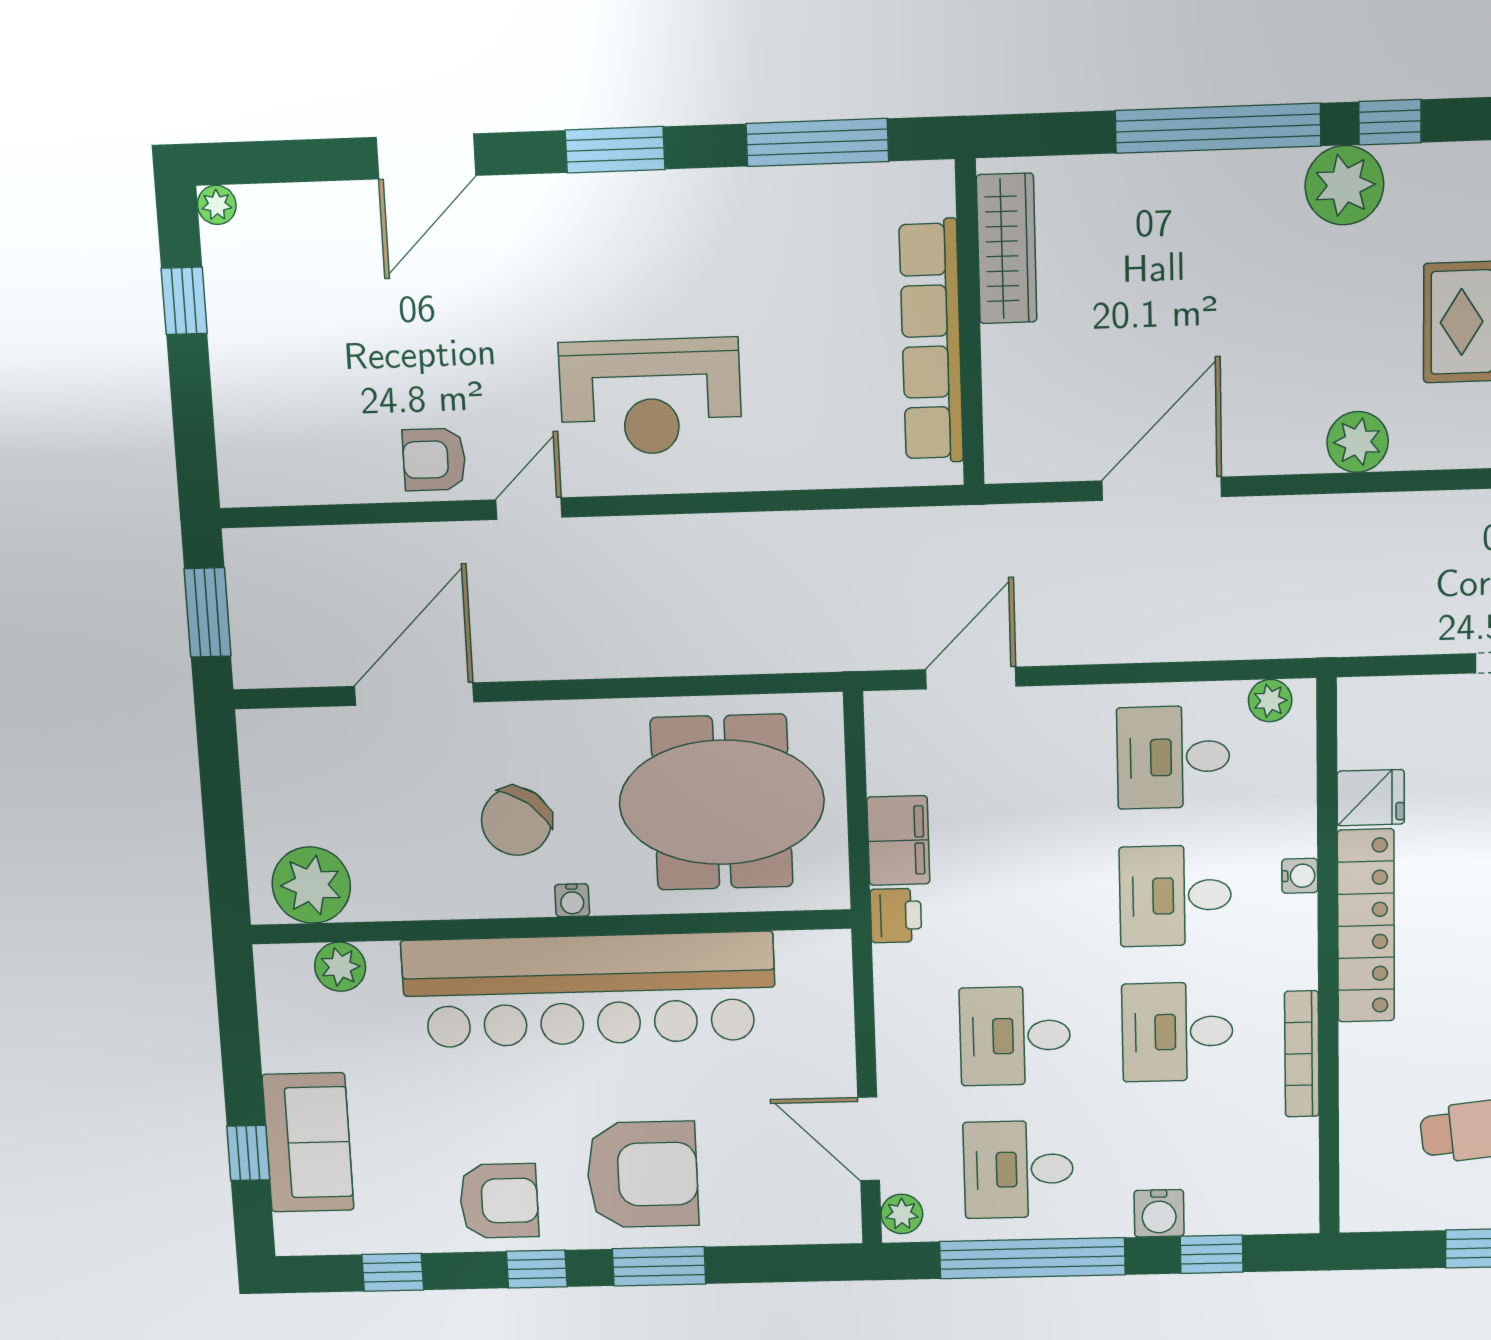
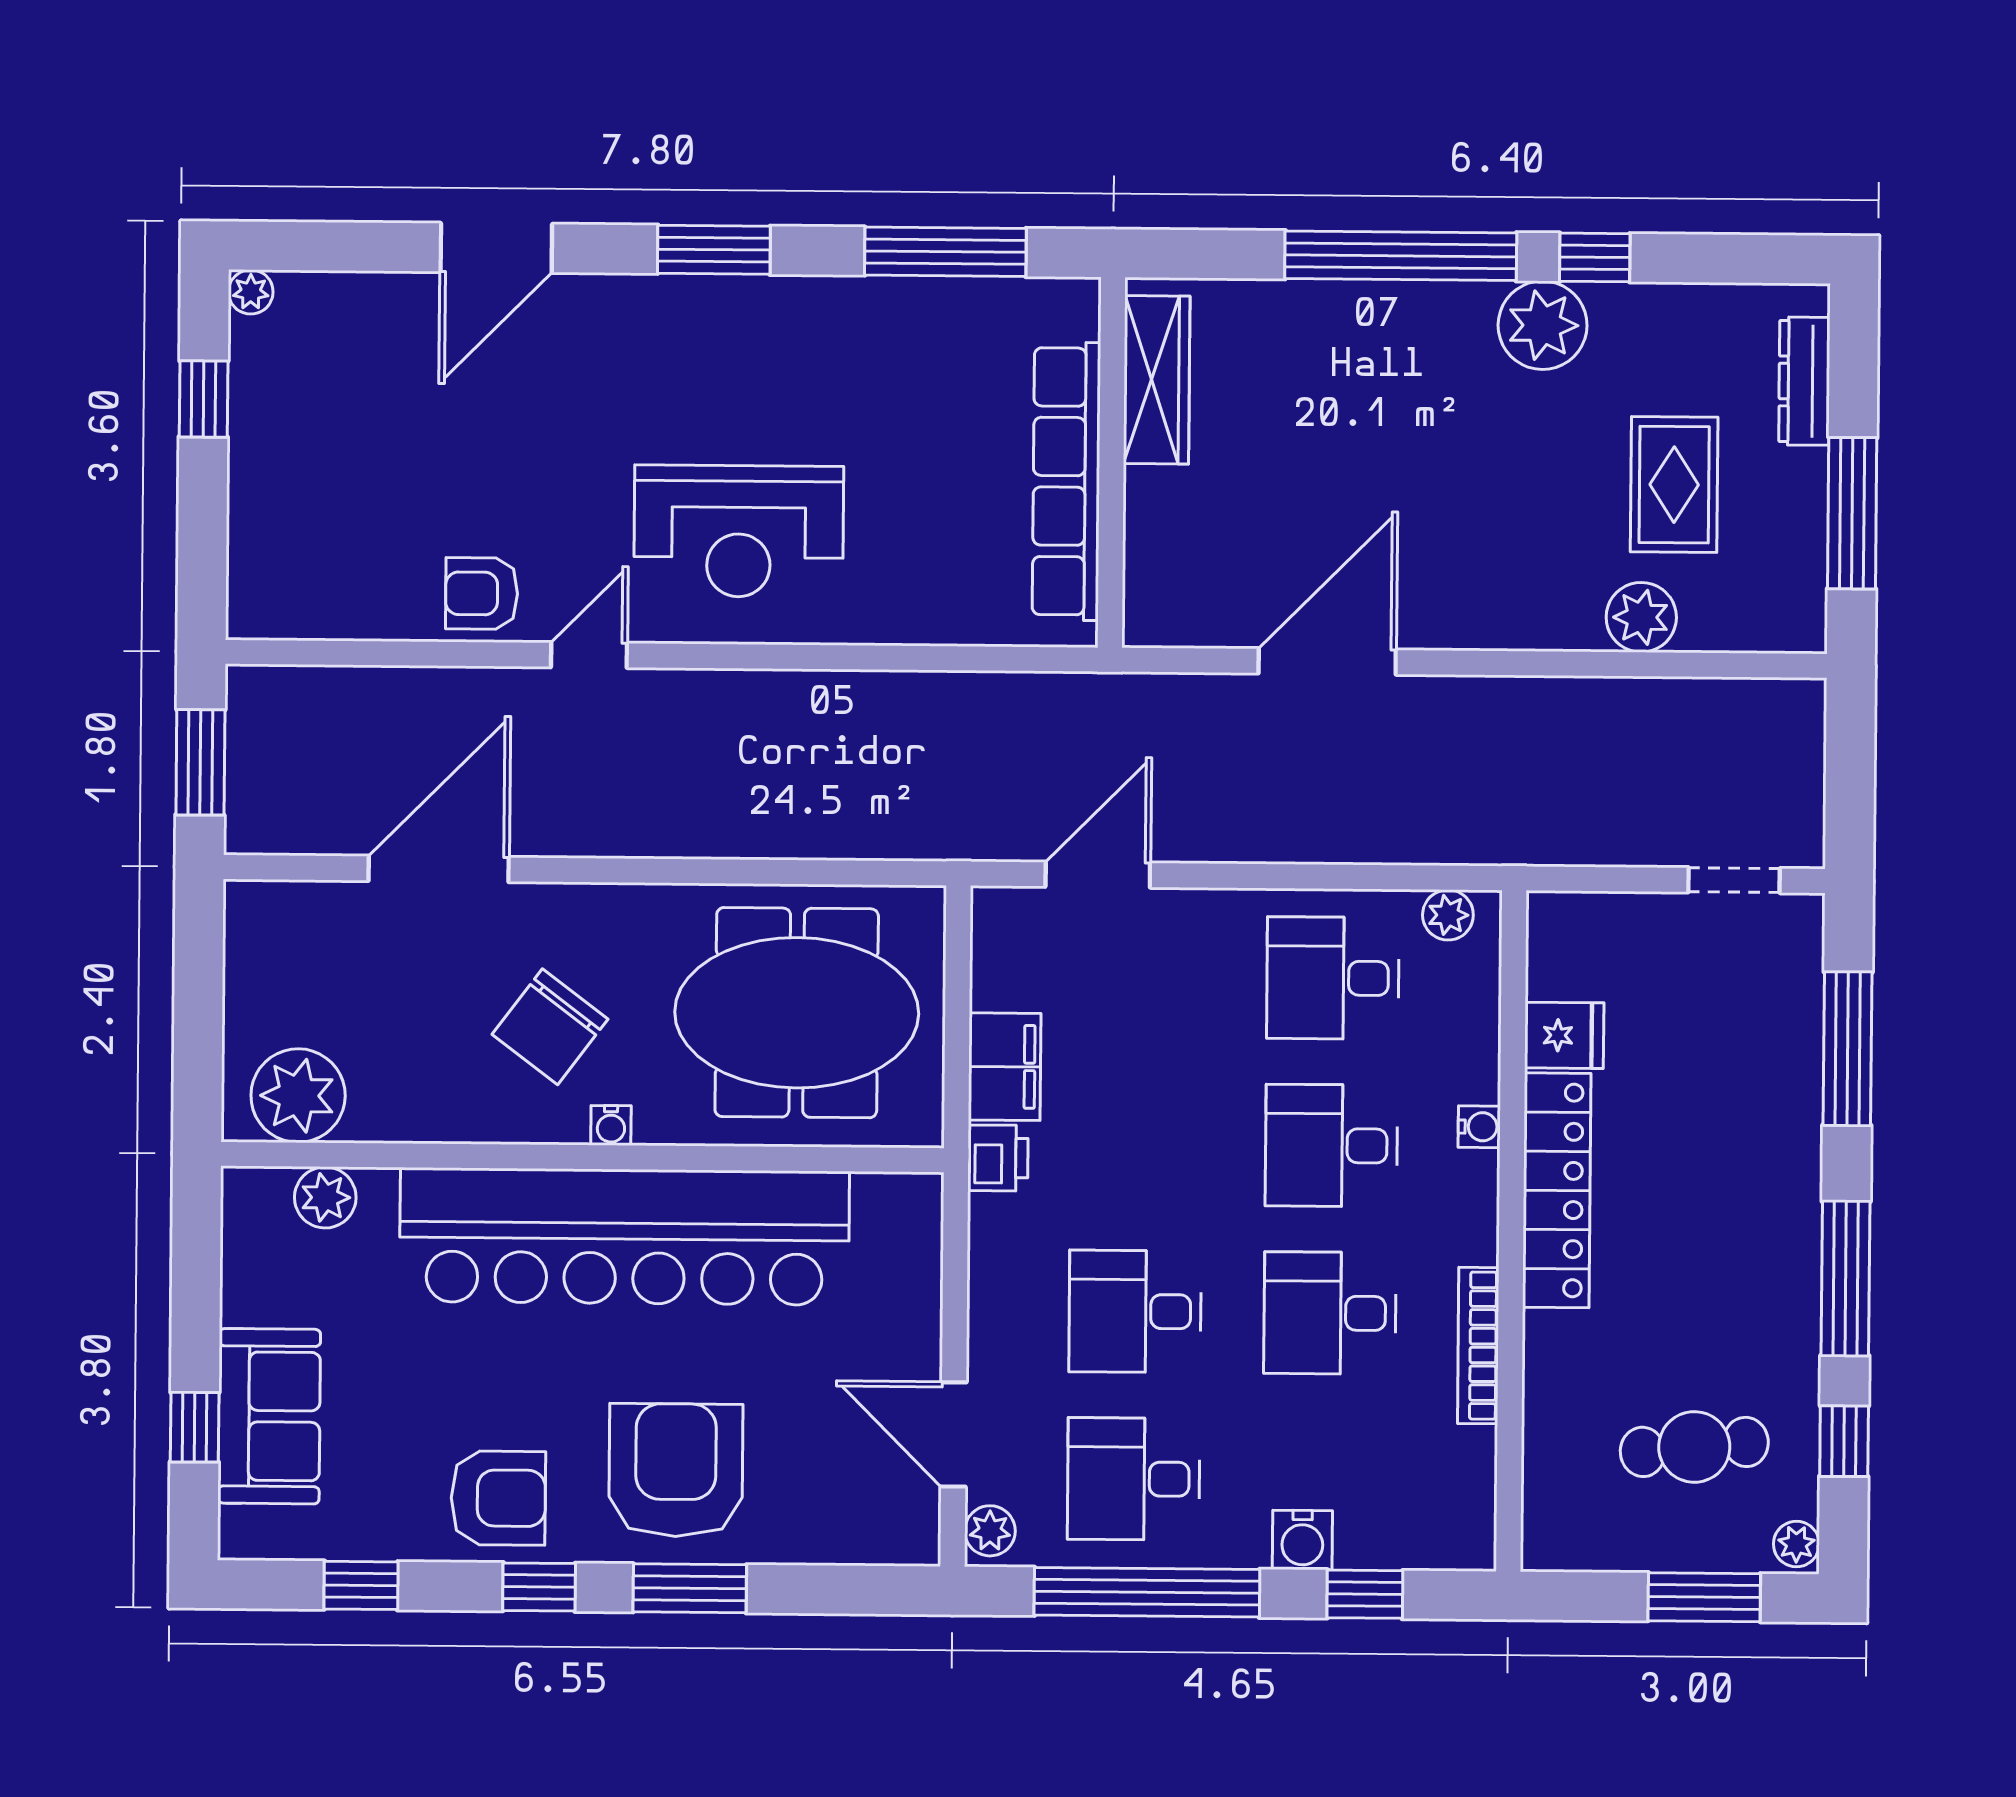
plant: (1358, 442) -> (1641, 617), moved
armchair: (642, 1174) -> (676, 1470), turned -90

